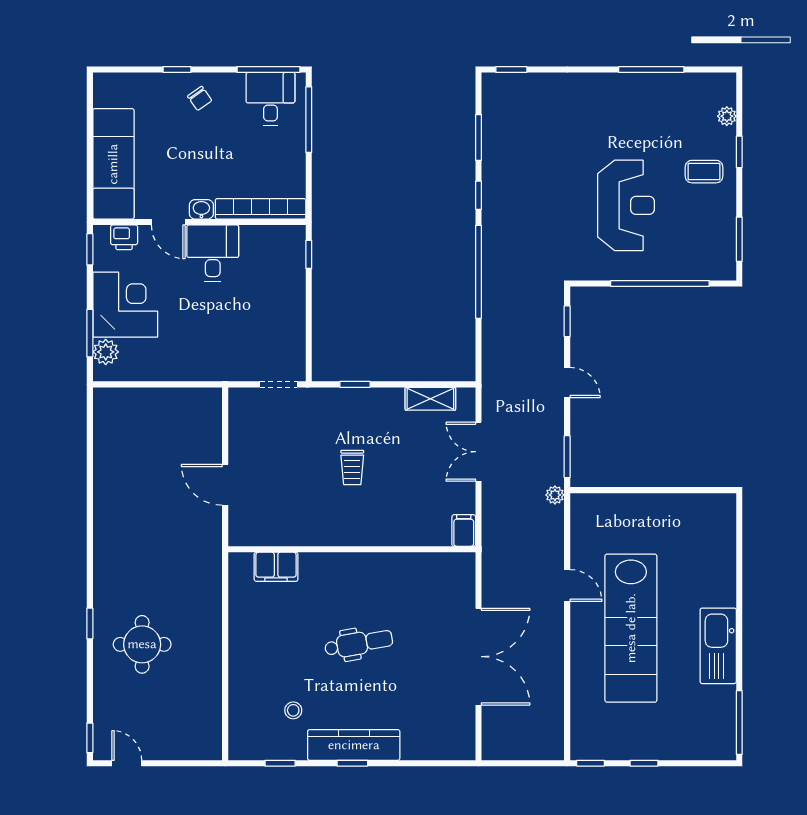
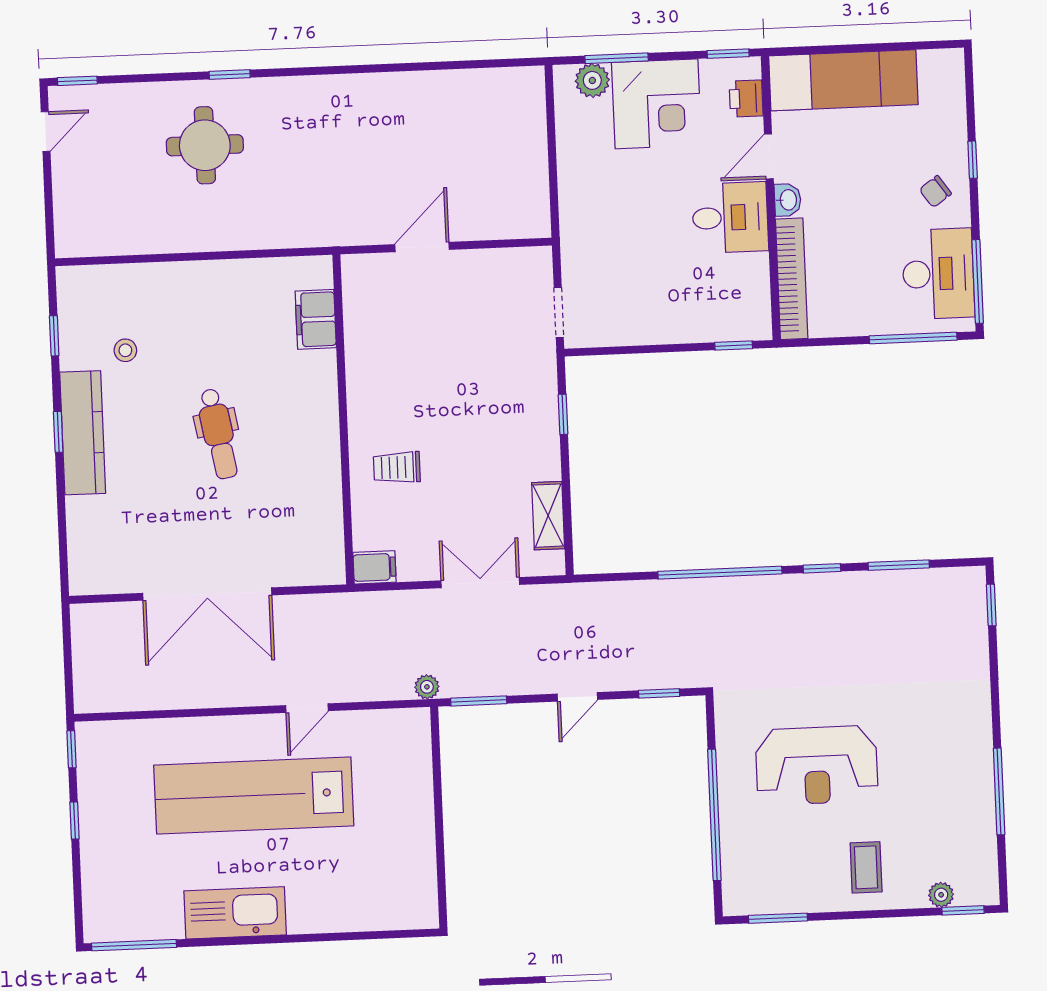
desk: (270, 99) -> (938, 274), width x1.37
window: (739, 152) -> (963, 910), moved
trolley: (352, 467) -> (397, 467), moved

